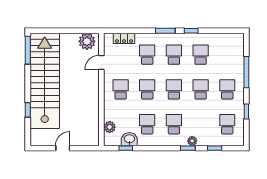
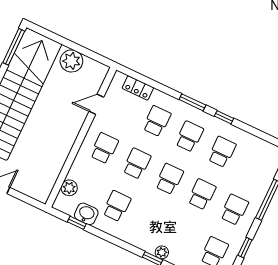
plant: (87, 41) -> (71, 61), moved
school desk: (174, 124) -> (149, 221), removed

